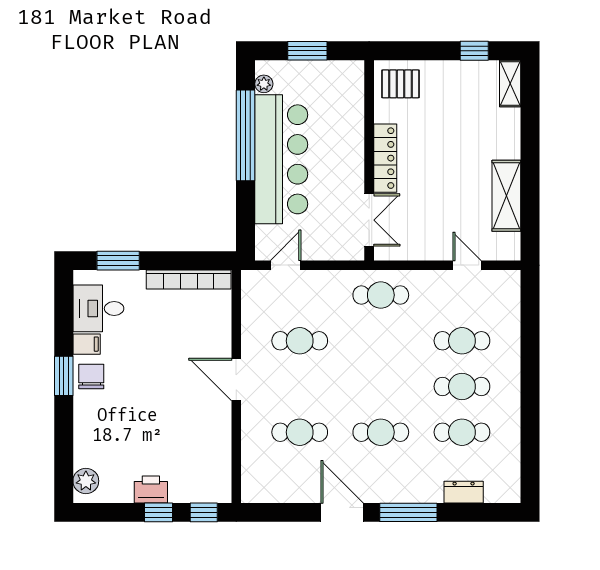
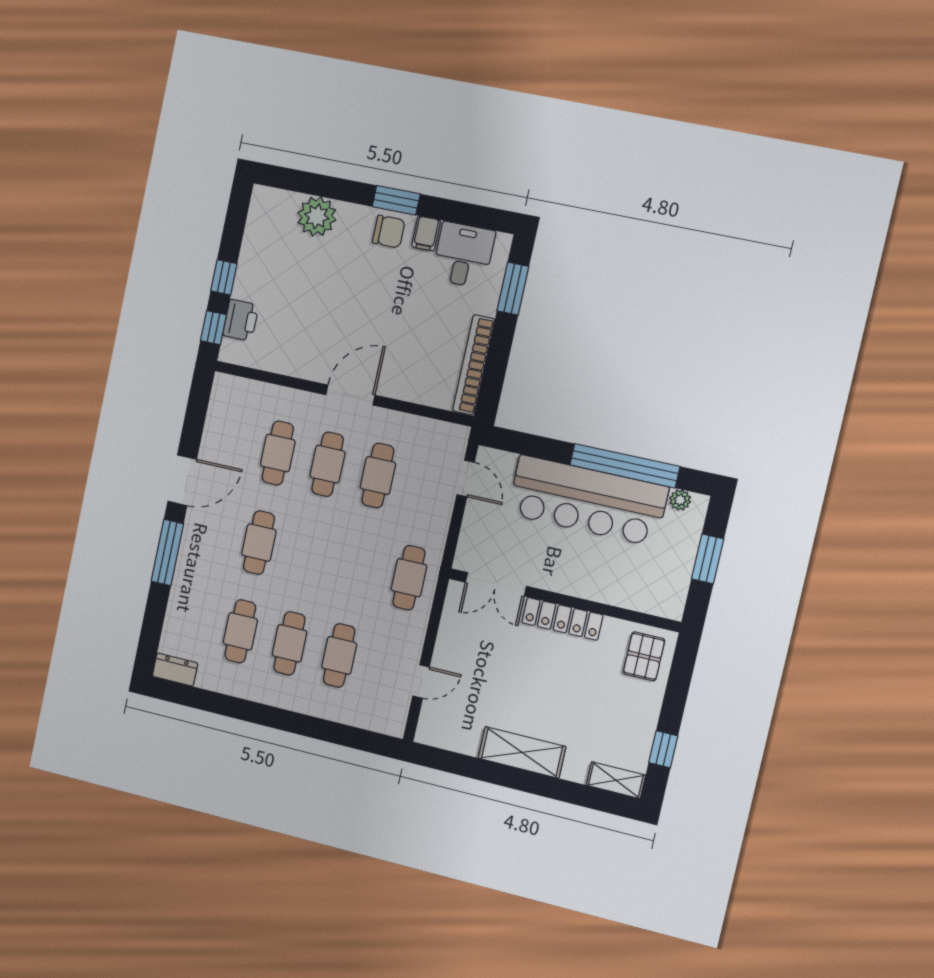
shelving: (506, 196) -> (522, 752), moved
cafe table: (300, 386) -> (328, 464), added
plant: (86, 481) -> (317, 216), moved, width x1.36, depth x1.36
printer: (151, 490) -> (241, 320), moved
dresser: (464, 492) -> (175, 670), moved, turned -90

